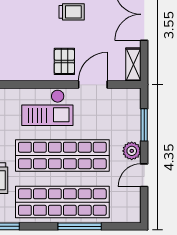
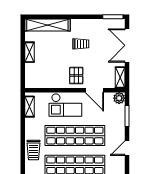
door: (93, 84) -> (94, 90), swing flipped
plant: (132, 151) -> (119, 98), moved

